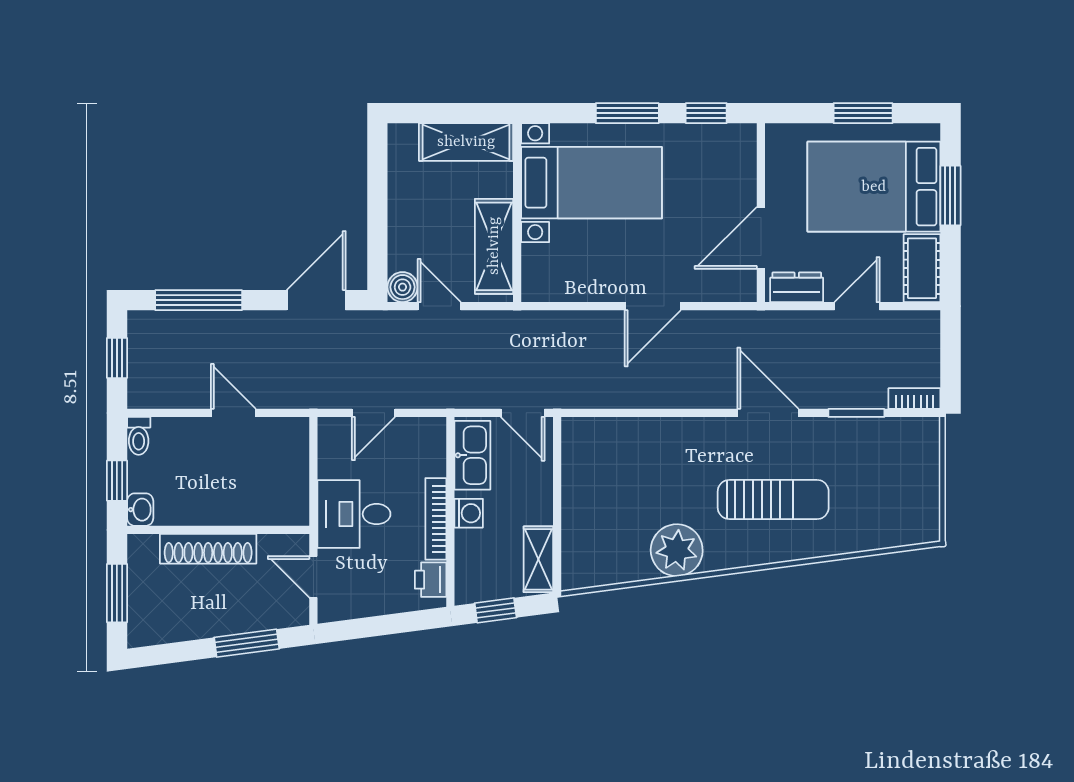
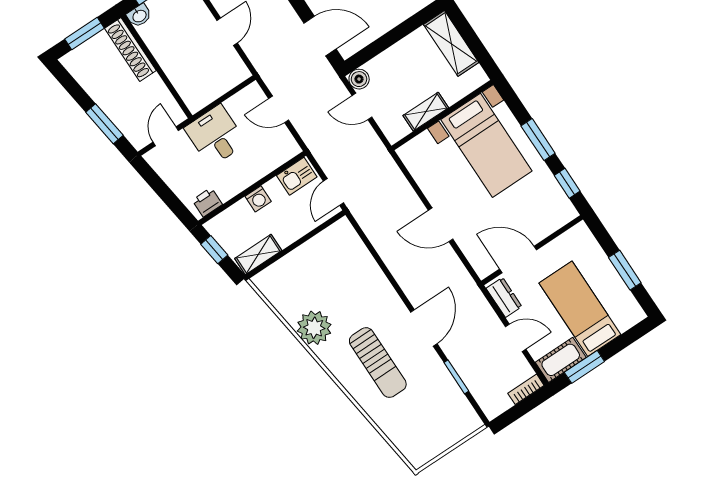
shelving: (466, 142) -> (451, 43), moved
bed: (874, 187) -> (580, 309), width x0.67
window: (950, 196) -> (584, 367), moved
shelving: (494, 246) -> (426, 112), width x0.67, depth x0.75
door: (439, 306) -> (362, 106), swing flipped
bookcase: (914, 399) -> (526, 389), moved, turned -90
kitchen sink: (472, 455) -> (297, 176), width x0.73
bookcase: (436, 519) -> (243, 183), removed
shoe rack: (208, 549) -> (130, 49), moved

